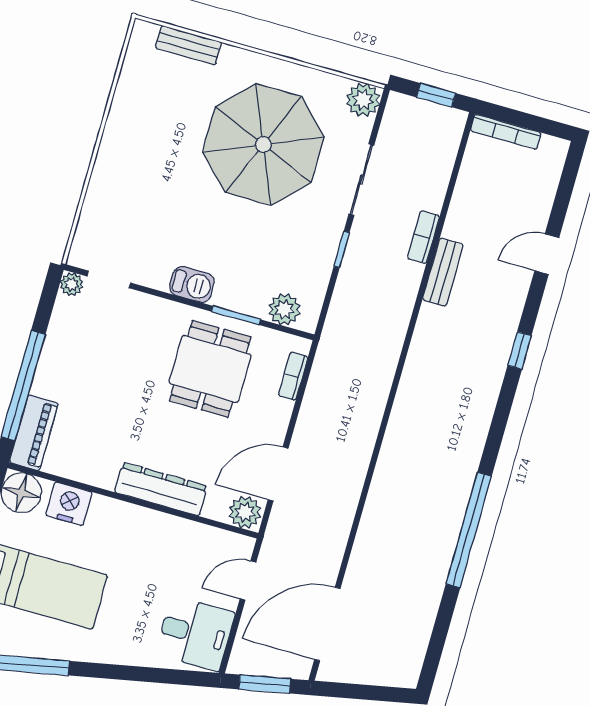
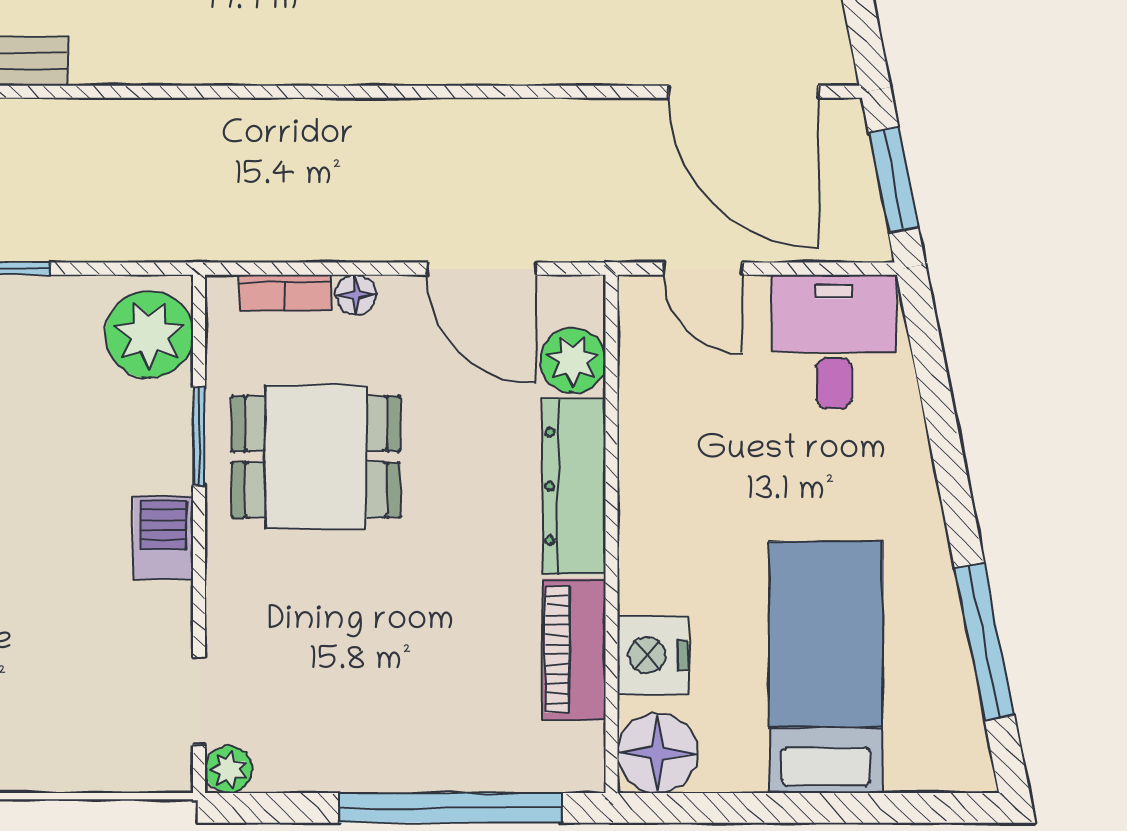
plant: (284, 309) -> (149, 334), width x1.36, depth x1.36
floor lamp: (283, 410) -> (356, 295), added
piano: (34, 433) -> (574, 650), moved, turned -90
plant: (245, 512) -> (573, 361), moved

